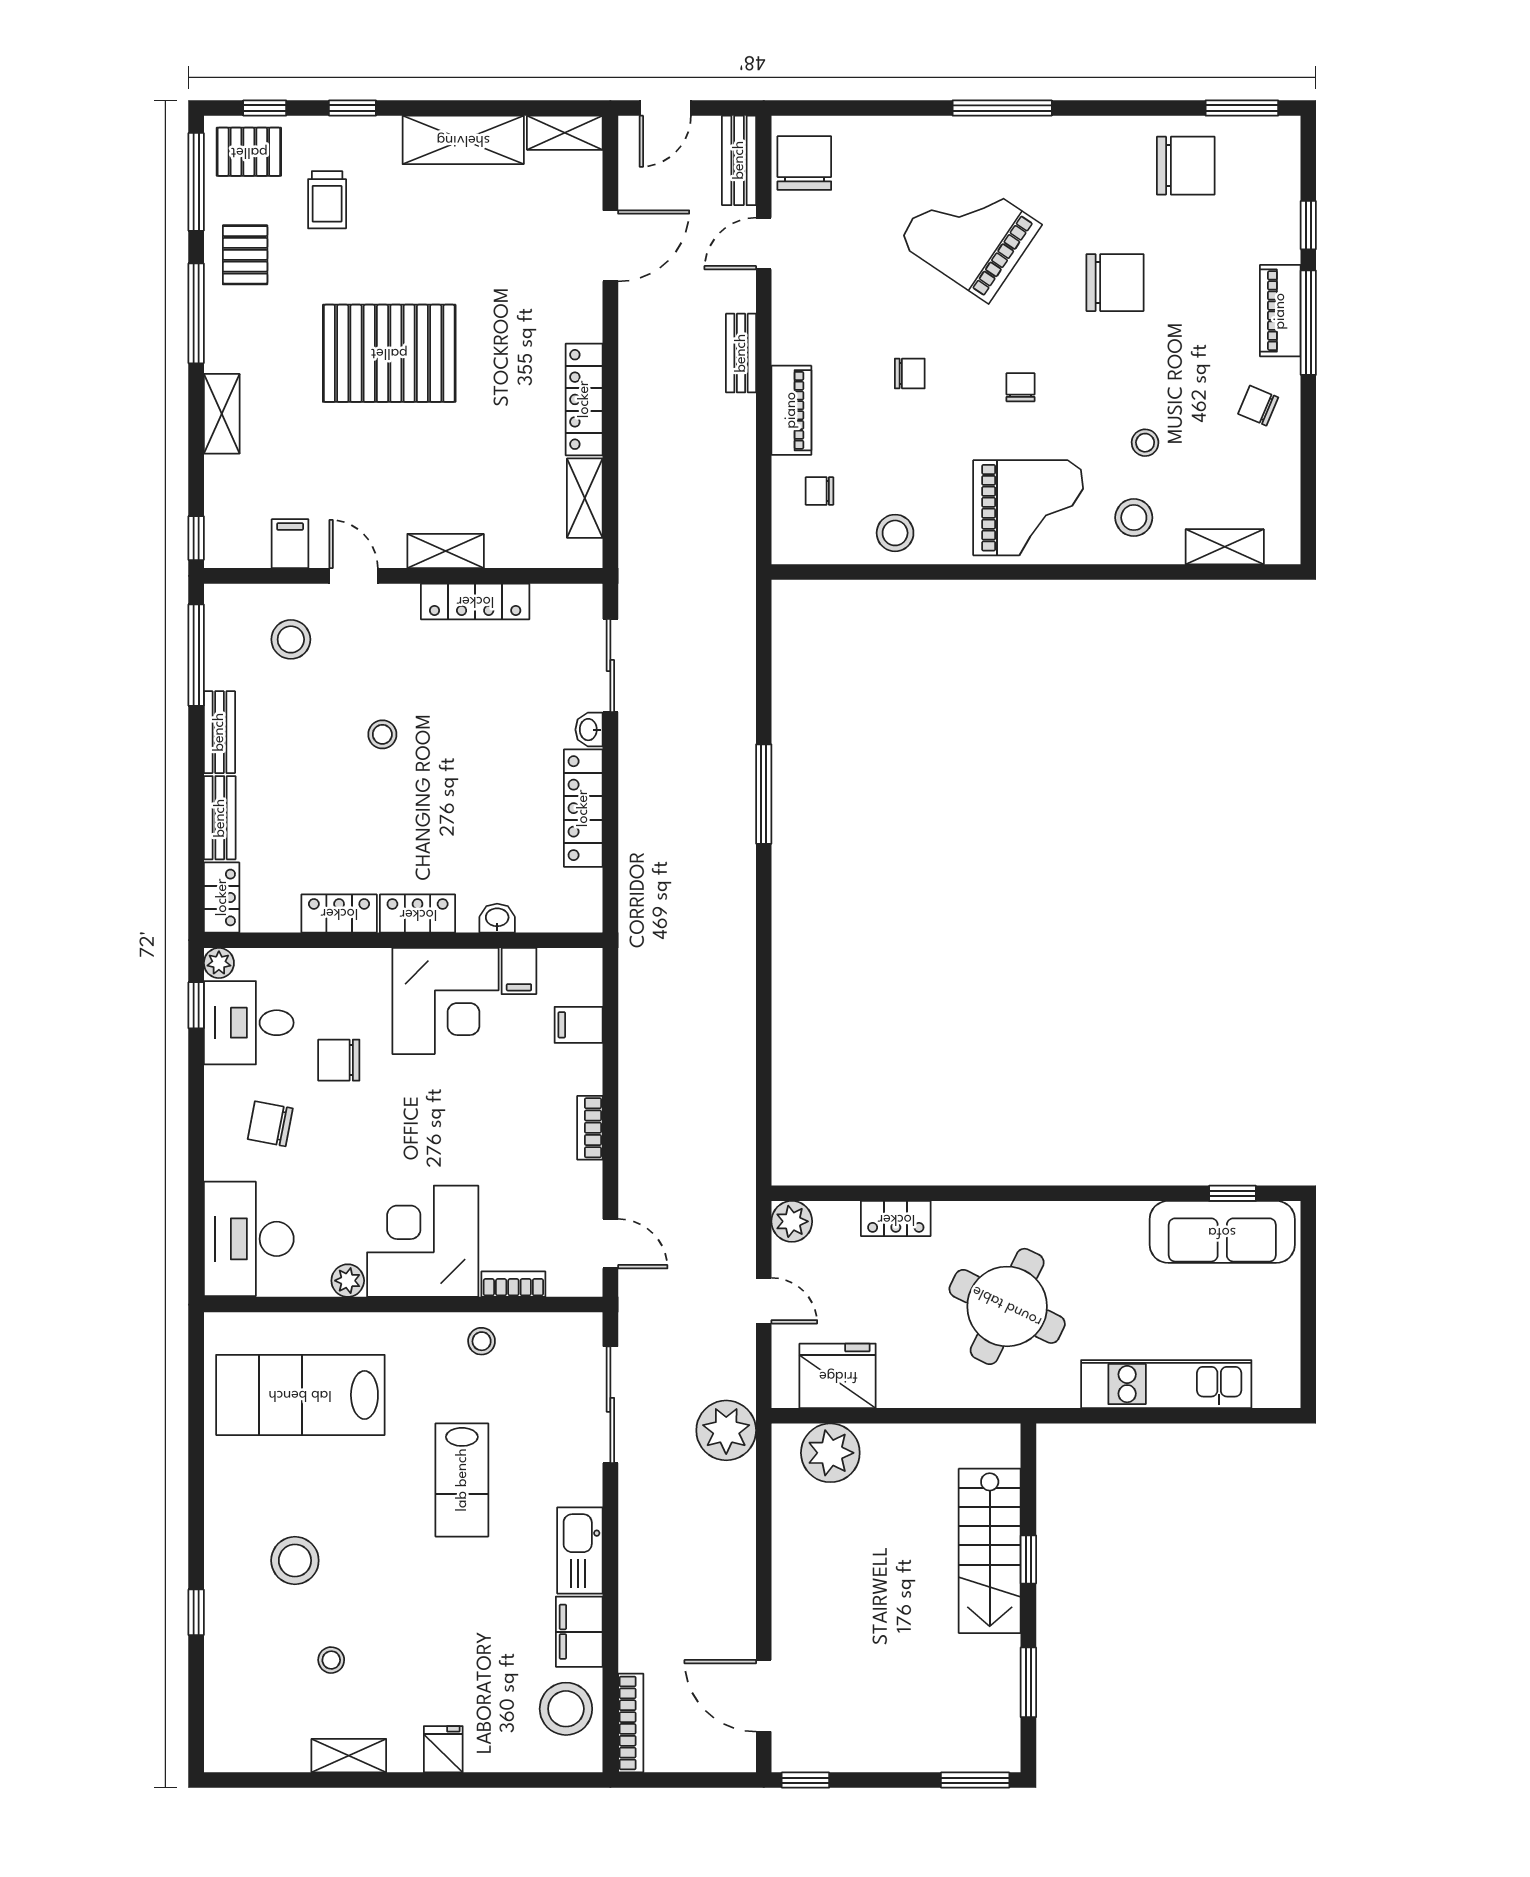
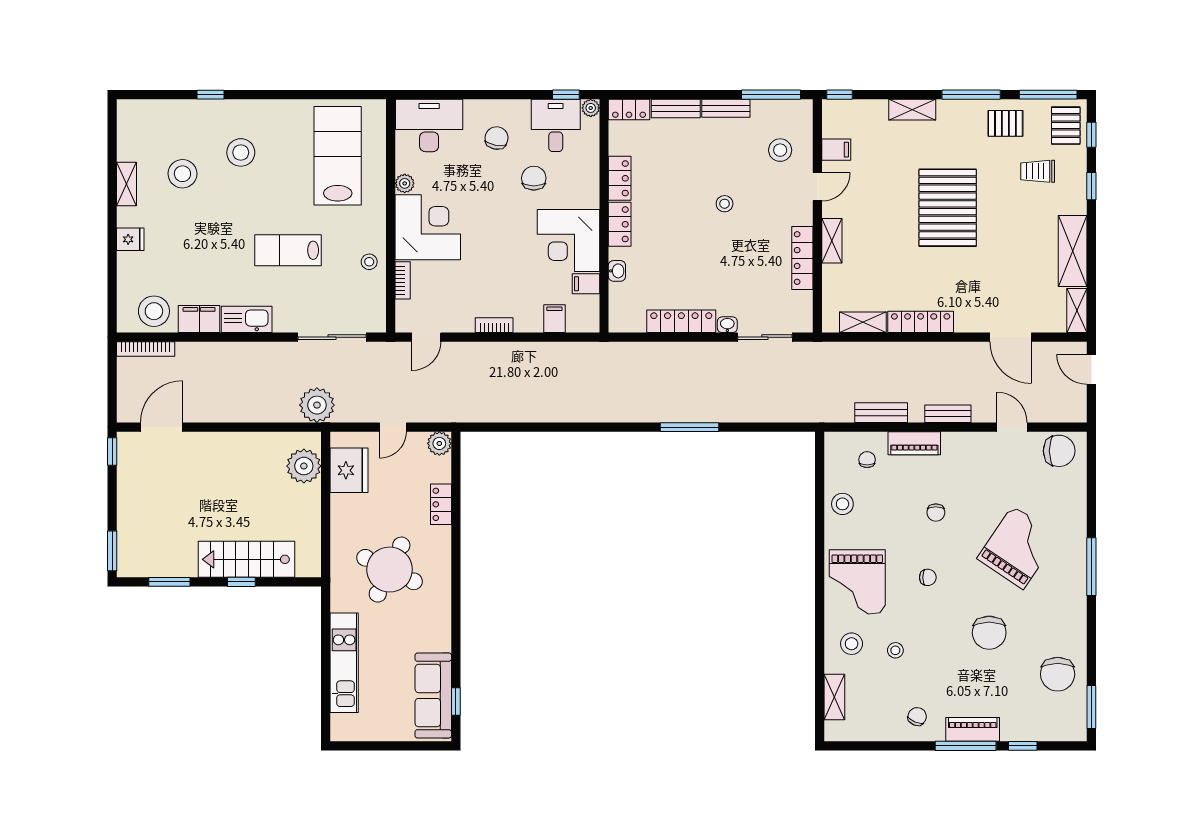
bench: (739, 160) -> (881, 413), moved
stool: (331, 1660) -> (182, 174), width x1.89, depth x1.89

